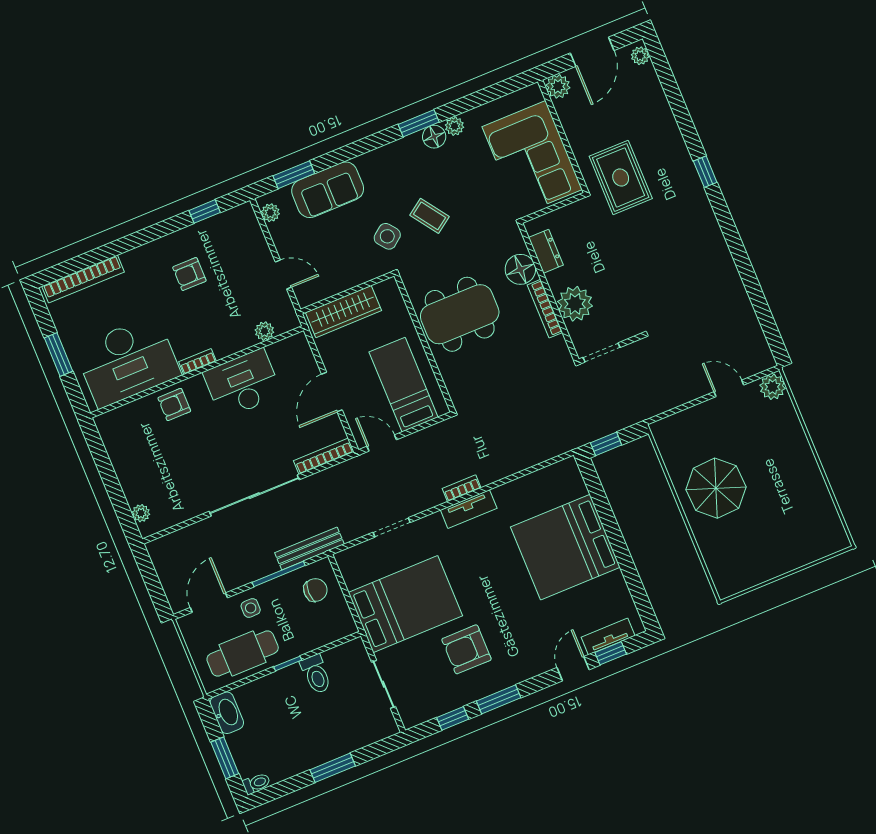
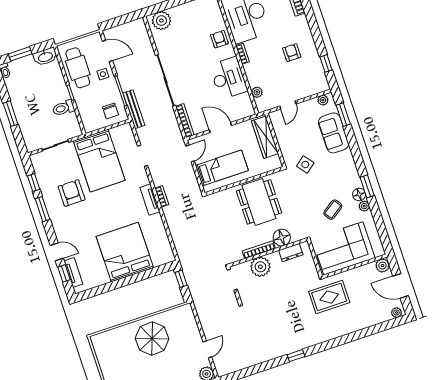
window: (705, 172) -> (296, 356), moved
coffee table: (430, 216) -> (333, 210), moved
plant: (141, 513) -> (161, 21), width x1.87, depth x1.87

